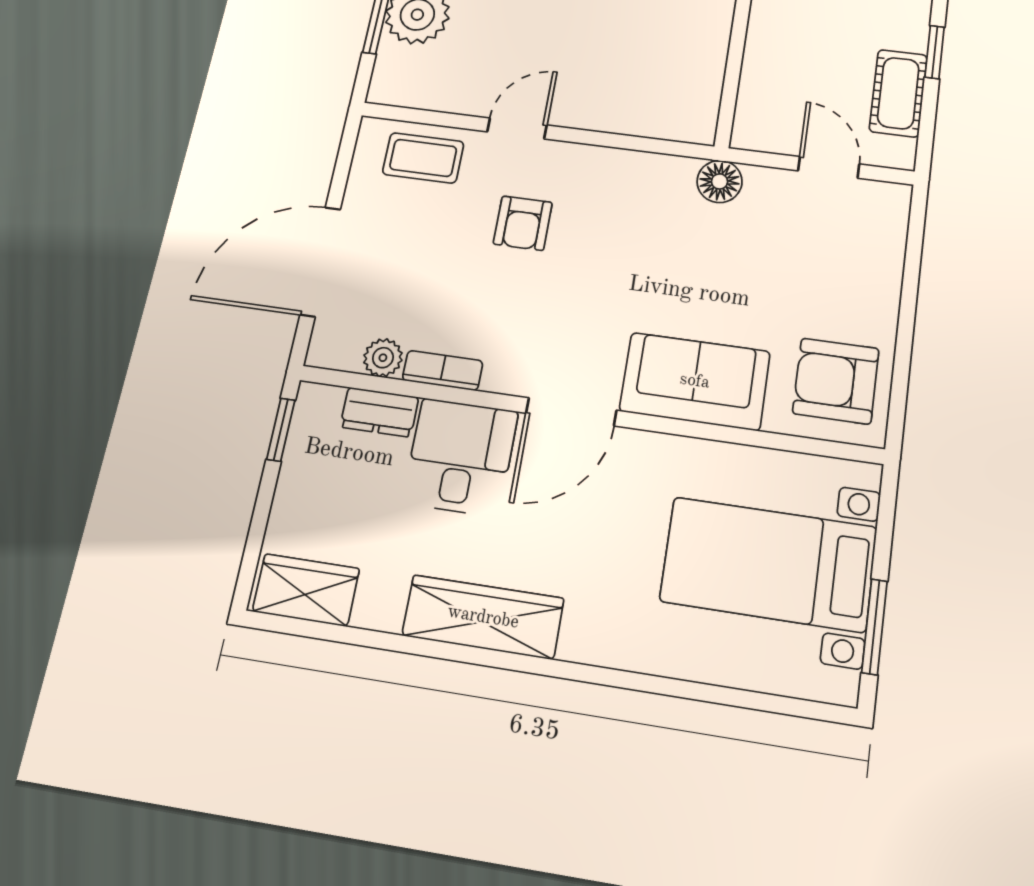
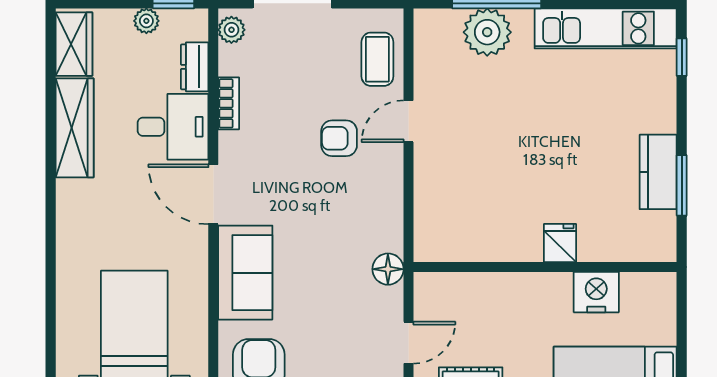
door: (517, 128) -> (408, 121), swing flipped
plant: (383, 358) -> (231, 30), moved
plant: (297, 474) -> (146, 21), added
wardrobe: (483, 617) -> (75, 128), moved

